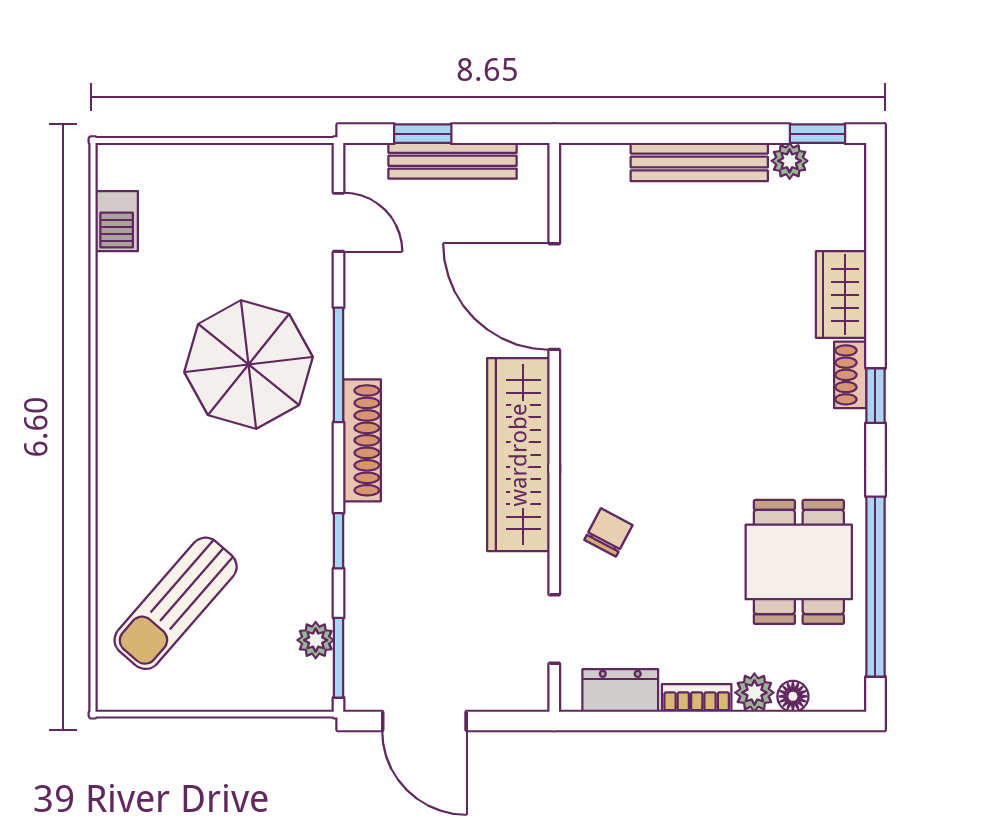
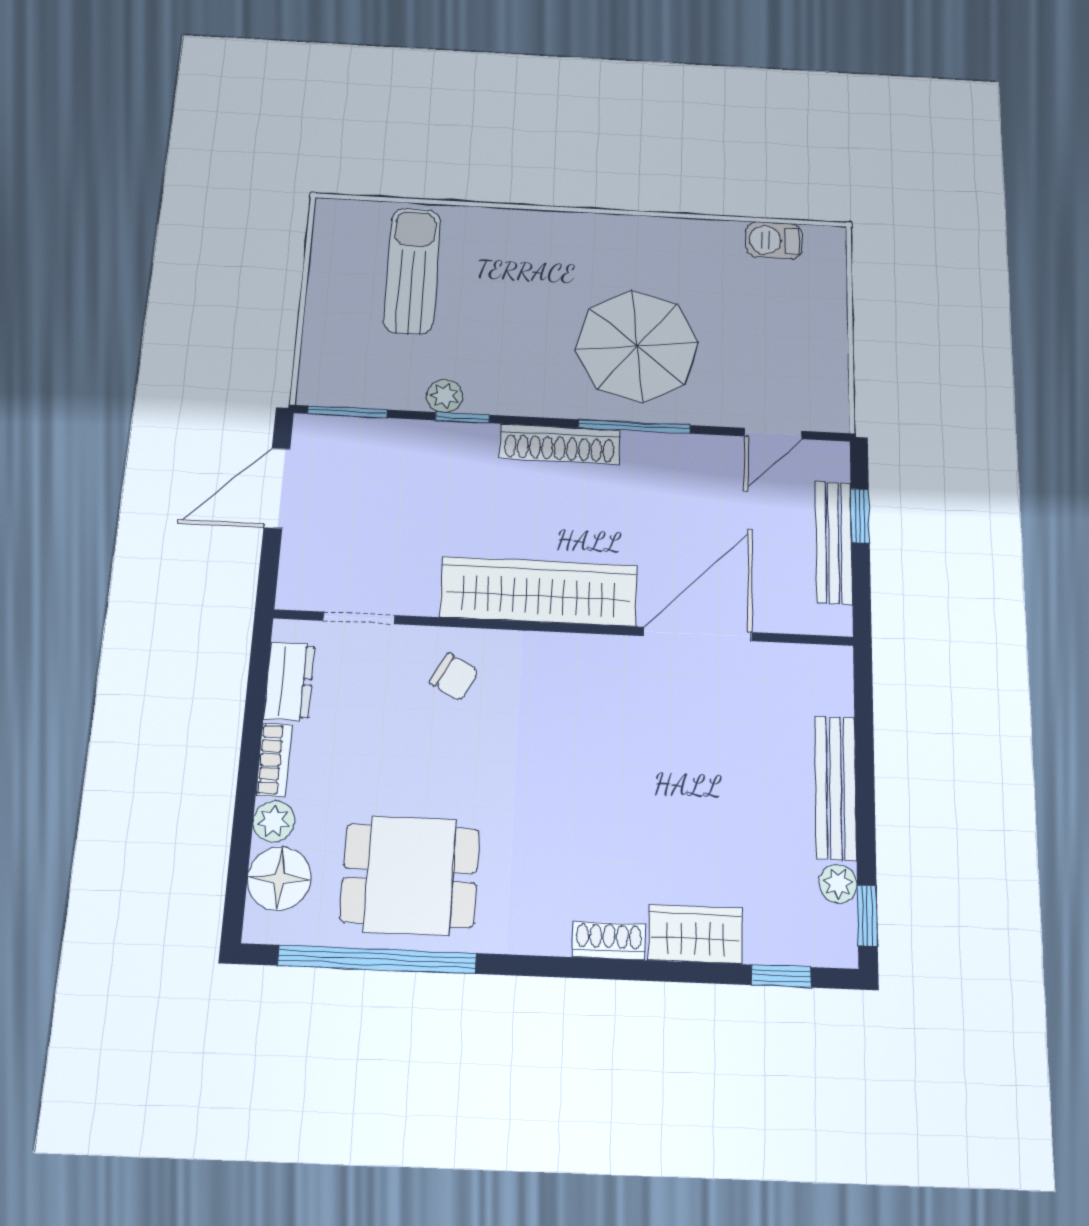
window: (875, 396) -> (781, 976), moved
sun lounger: (176, 603) -> (412, 271), turned 49
plant: (316, 640) -> (445, 396), moved
floor lamp: (793, 696) -> (279, 878), width x1.89, depth x1.89

